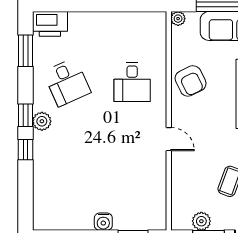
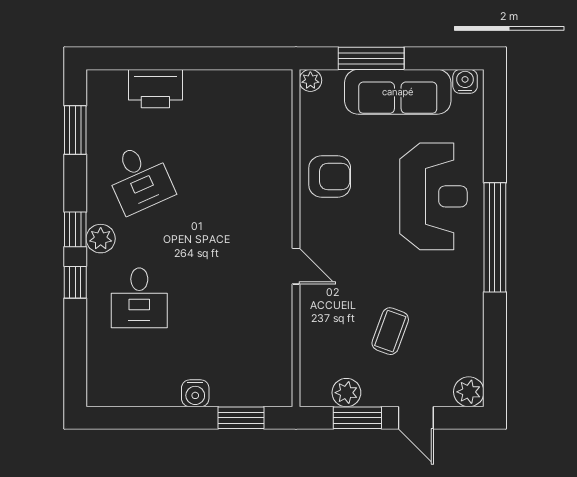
printer: (50, 24) -> (155, 89), moved
armchair: (191, 81) -> (330, 177), turned -64
desk: (132, 82) -> (139, 298), moved

